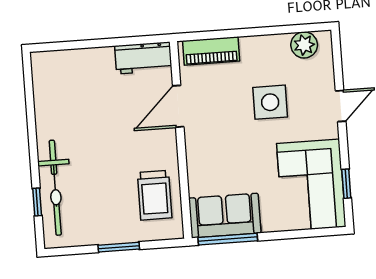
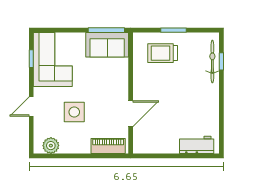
workbench: (143, 58) -> (197, 145), moved
bicycle: (55, 188) -> (212, 62), width x0.73, depth x0.71
trolley: (155, 195) -> (163, 53), moved, turned -90

